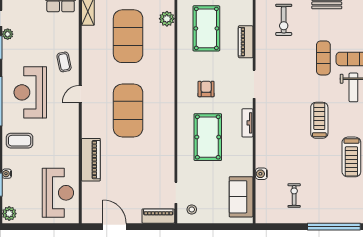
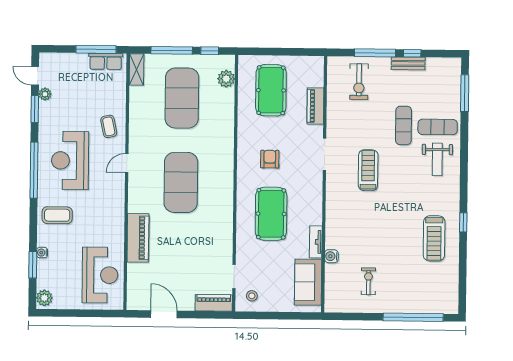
treadmill: (319, 120) -> (368, 170), moved
tv unit: (247, 123) -> (316, 242), moved

